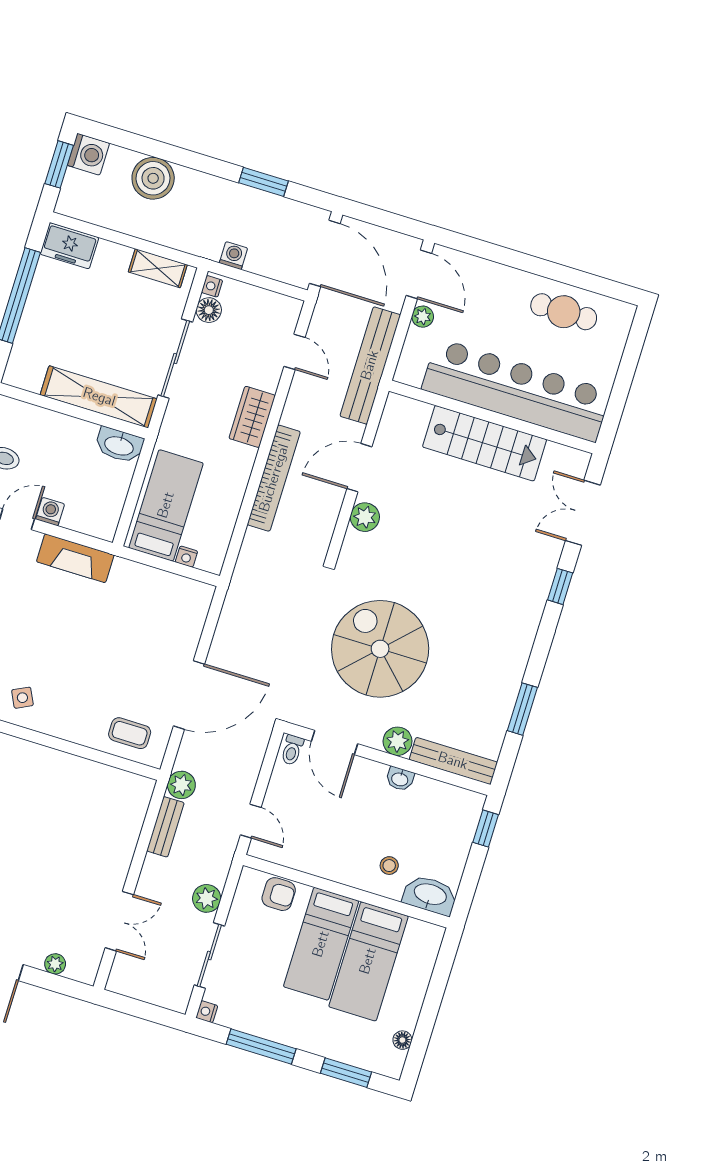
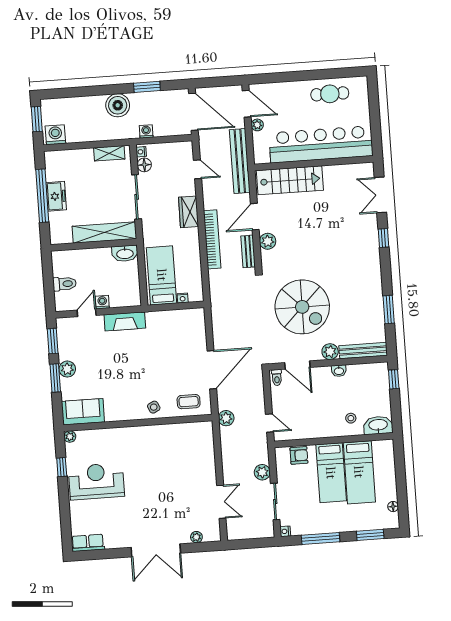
washing machine: (88, 154) -> (55, 135), moved, turned -90
boiler: (153, 178) -> (118, 105), moved
freezer: (69, 246) -> (56, 196), moved, turned -90
stairs: (485, 443) -> (290, 180), moved
spiral stairs: (380, 649) -> (302, 307), turned 180
side table: (22, 698) -> (154, 407), moved
bench: (165, 827) -> (248, 251), moved

